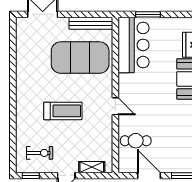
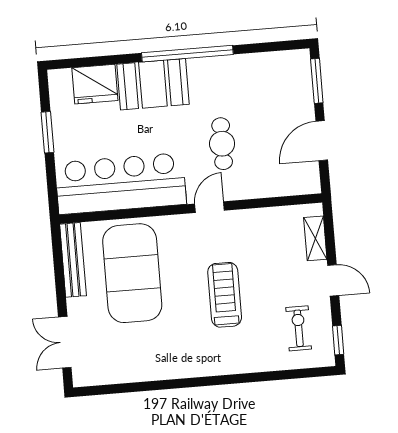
window: (148, 14) -> (47, 132), moved
bar counter: (133, 45) -> (121, 184), width x1.36
cafe table: (136, 141) -> (222, 144), moved

